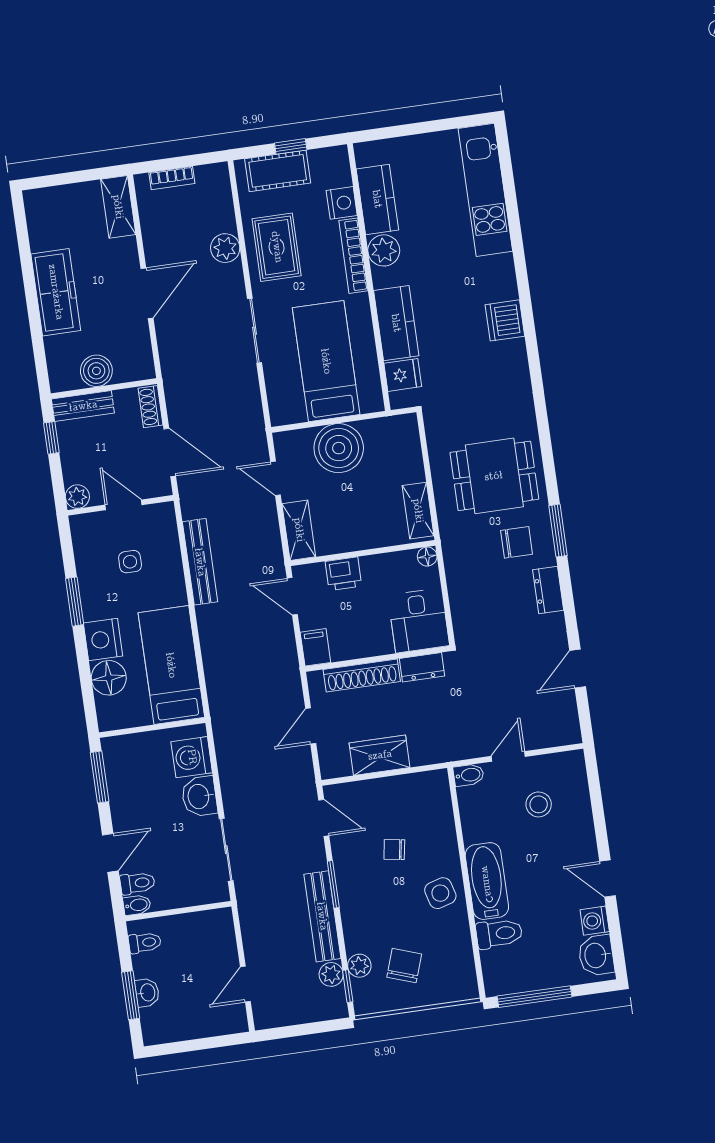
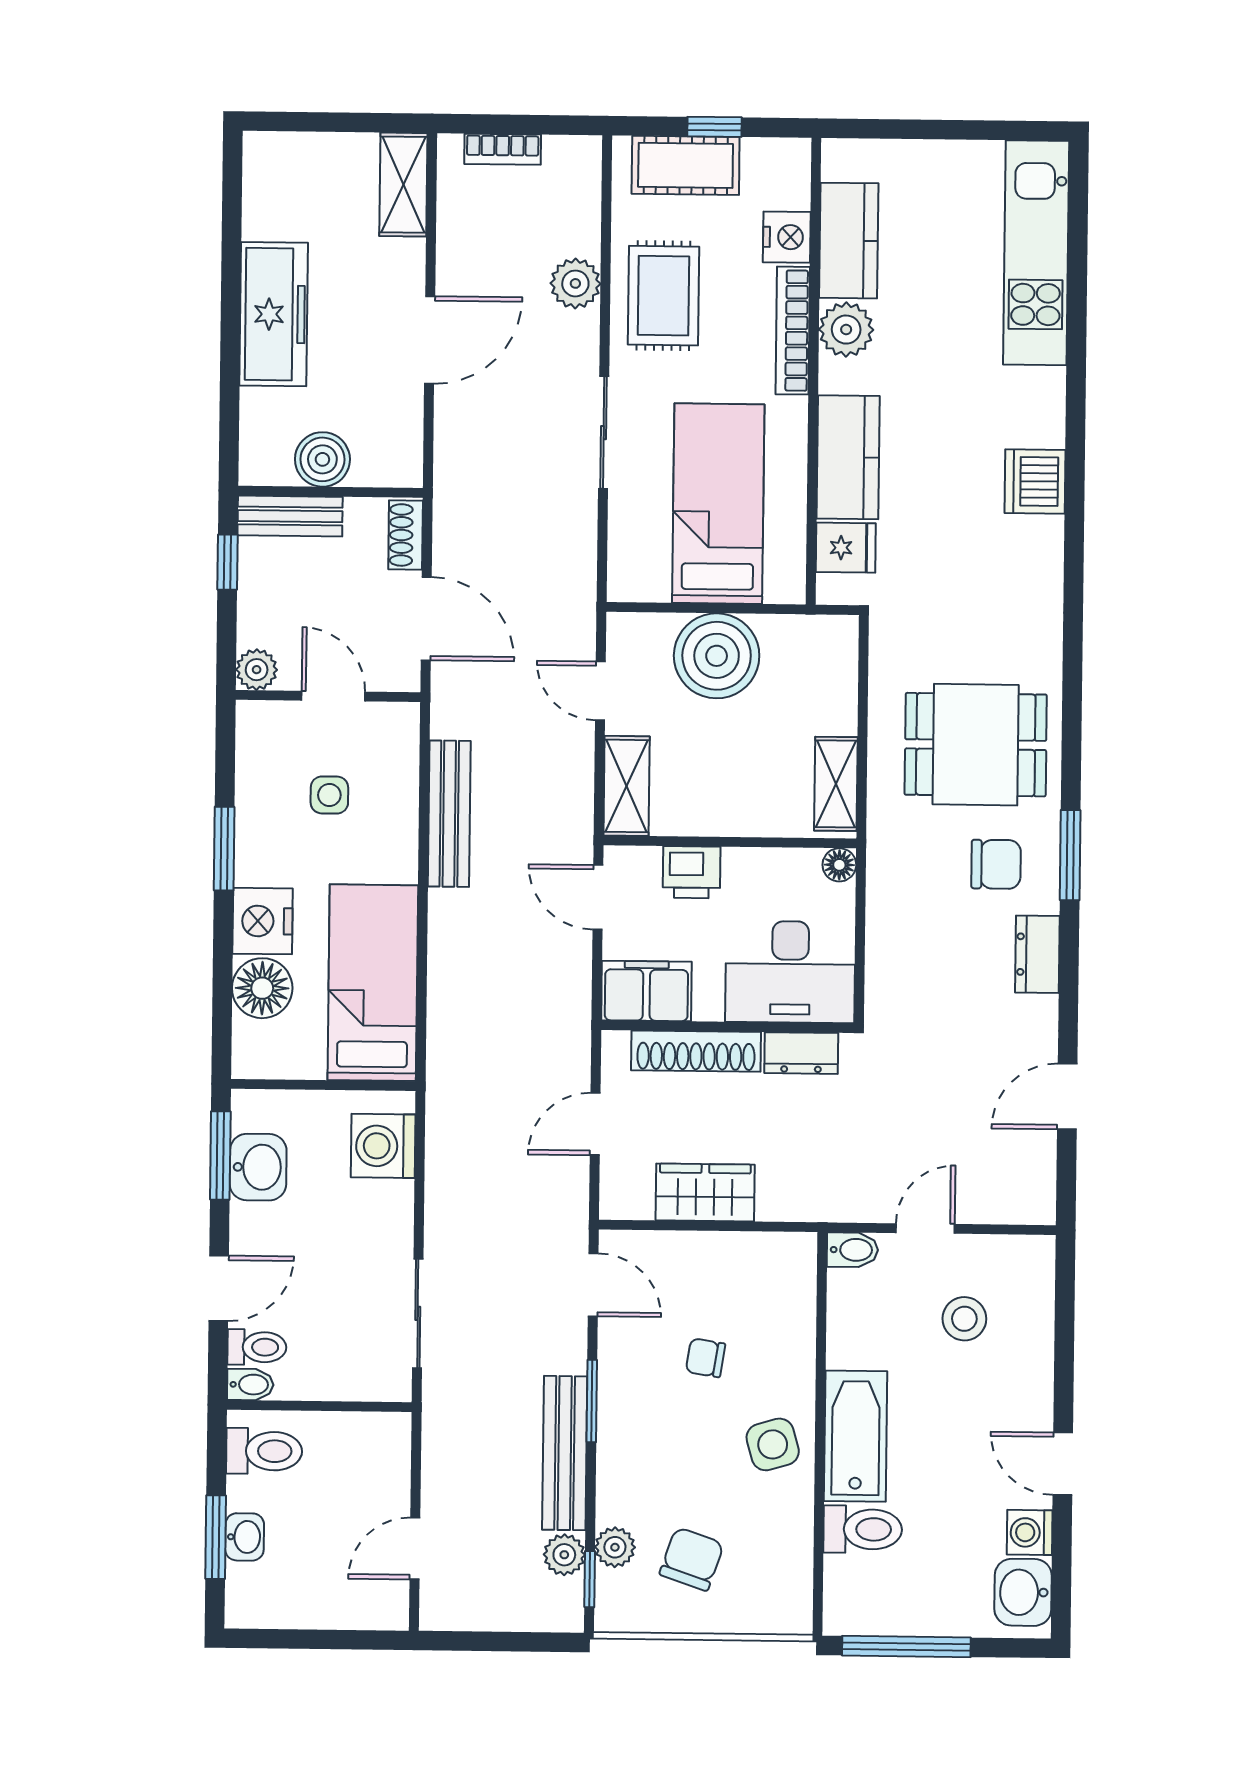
desk: (419, 620) -> (790, 972), width x1.37
filing cabinet: (315, 647) -> (646, 991), width x2.00
washbasin: (199, 796) -> (258, 1167), moved, turned 180
toilet: (145, 943) -> (264, 1451), width x1.37, depth x1.39

